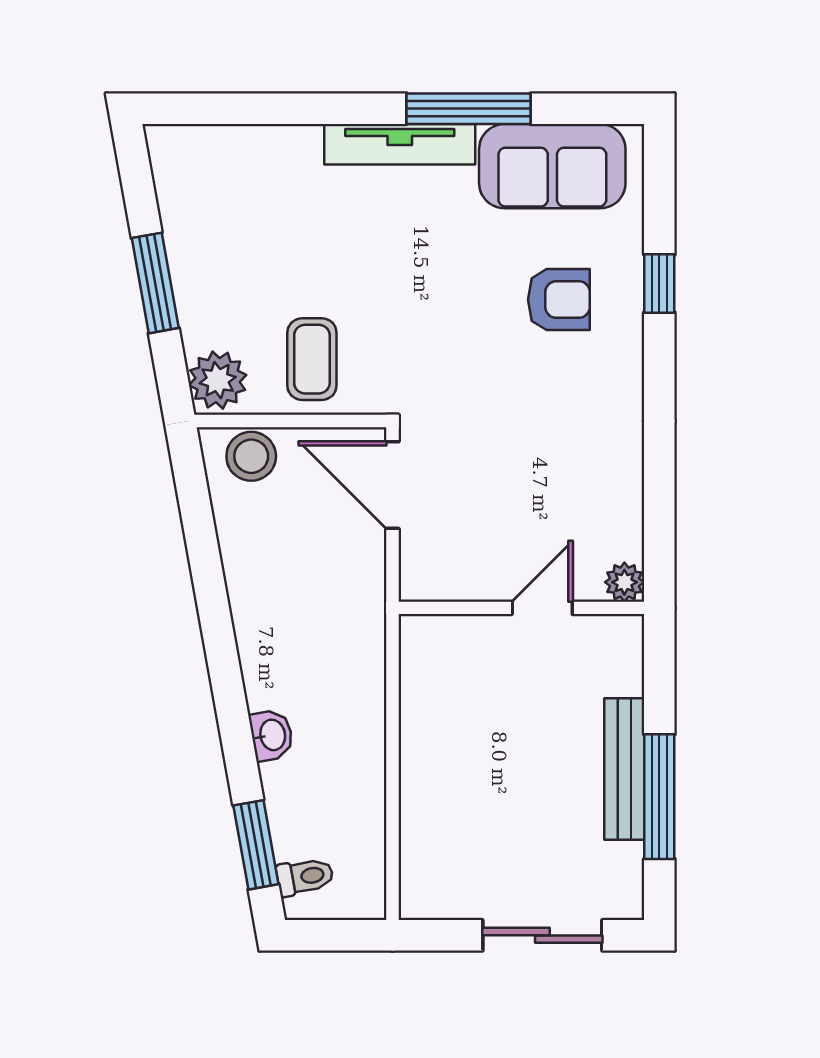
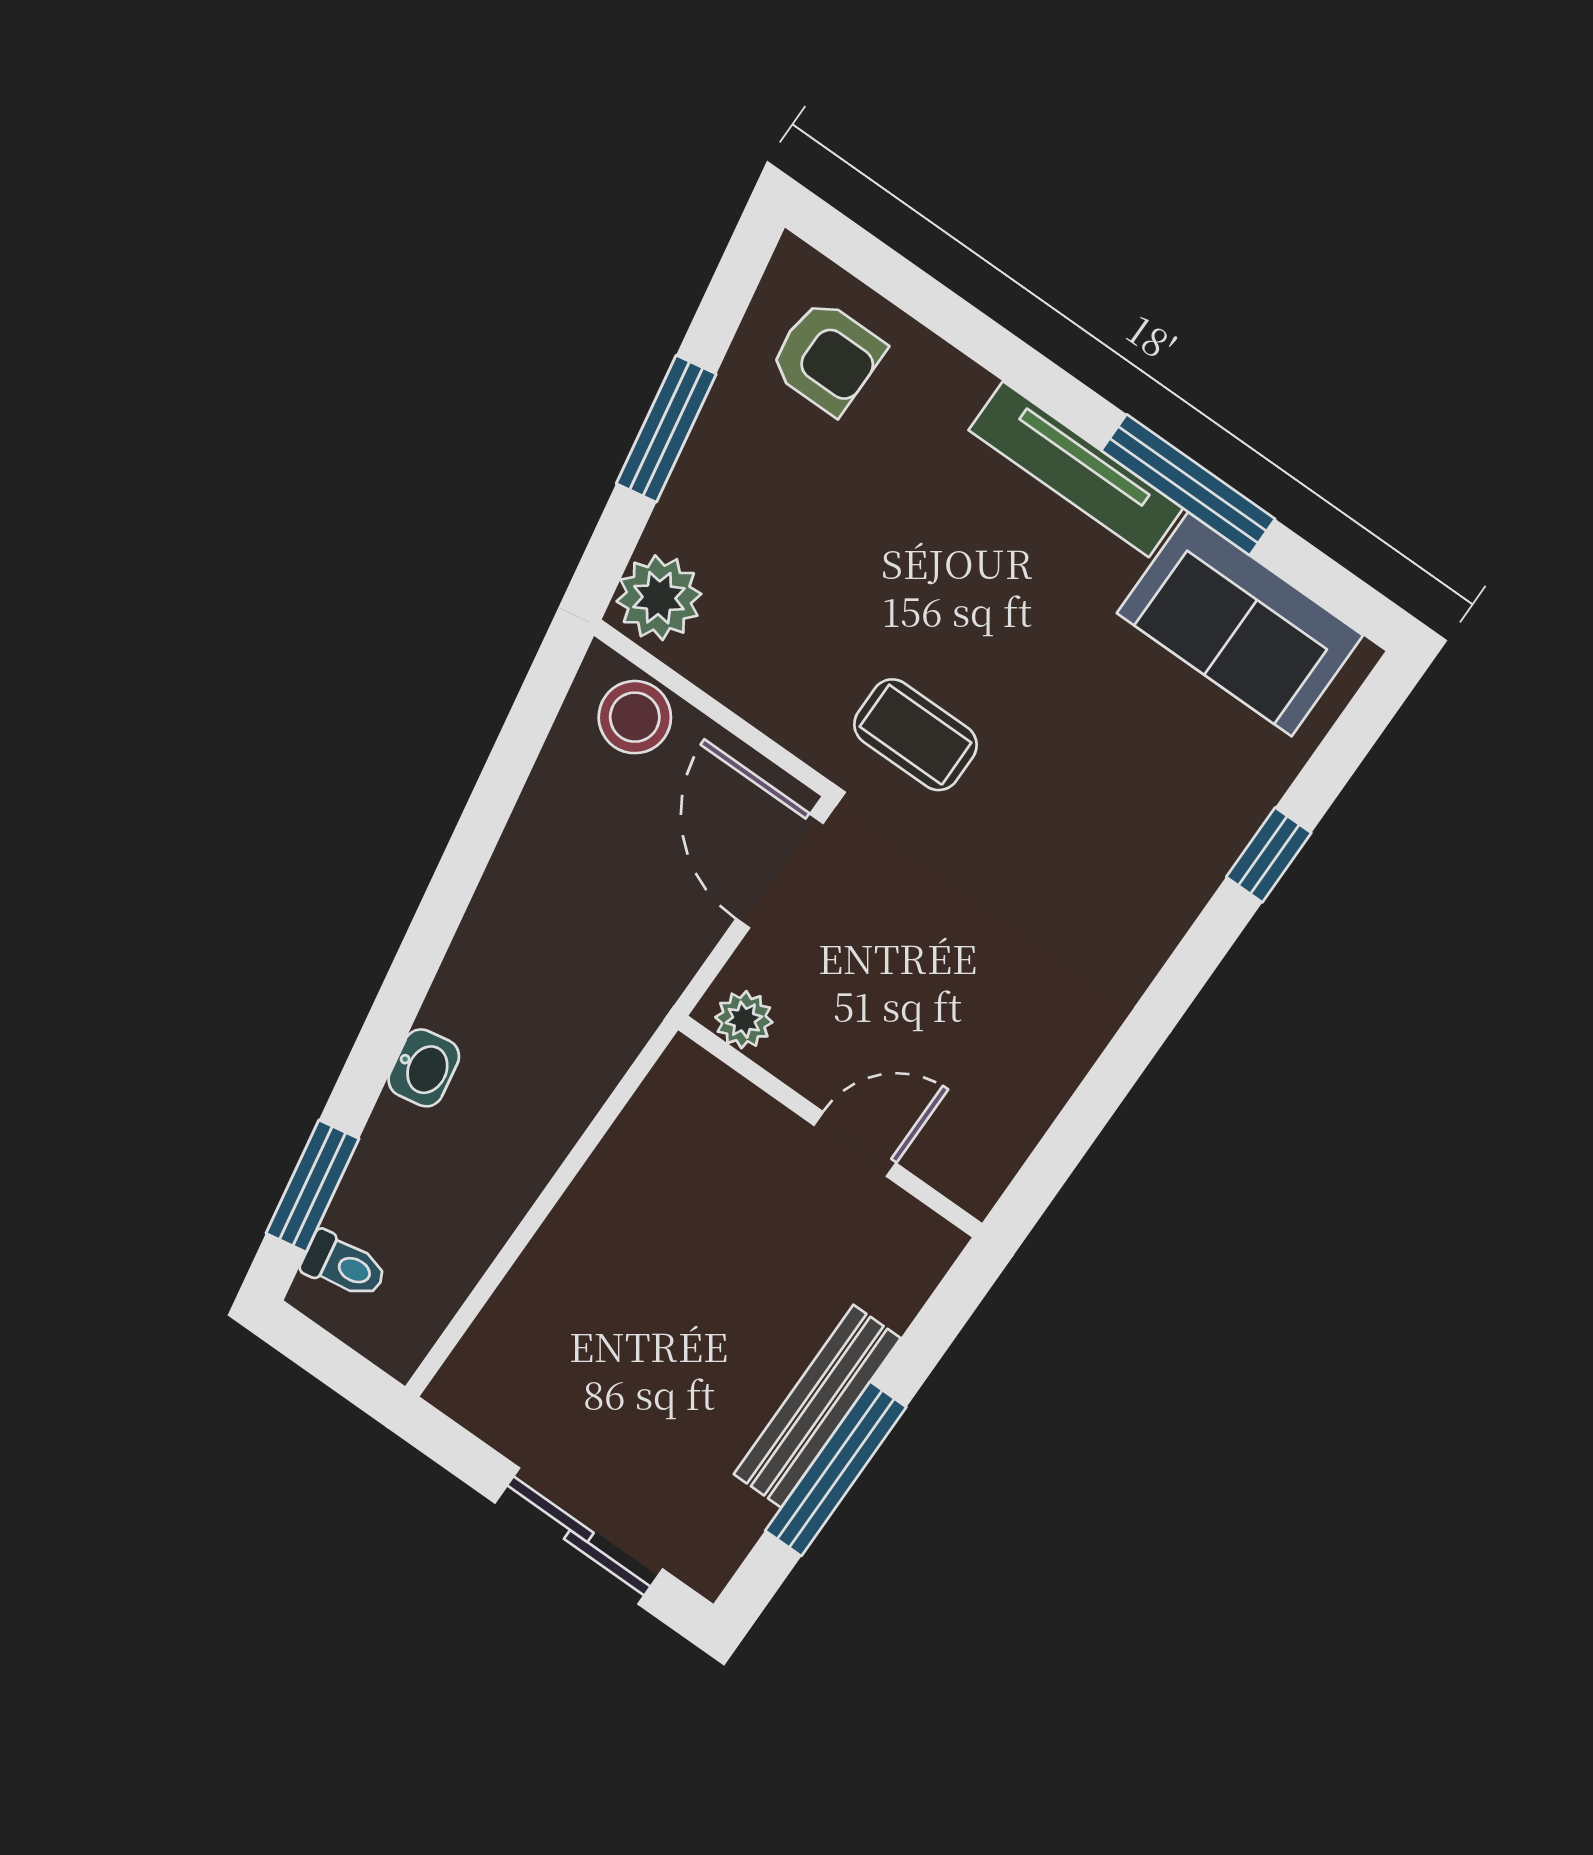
armchair: (559, 300) -> (827, 357), moved
coffee table: (312, 359) -> (915, 735), moved, turned 90
plant: (624, 582) -> (744, 1020), moved

